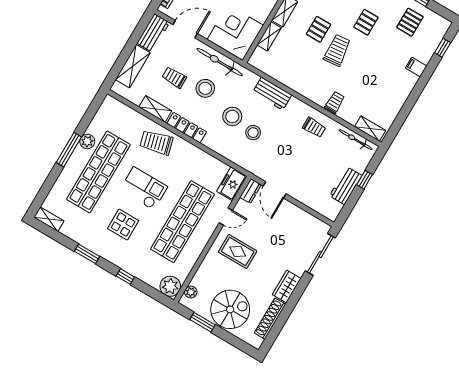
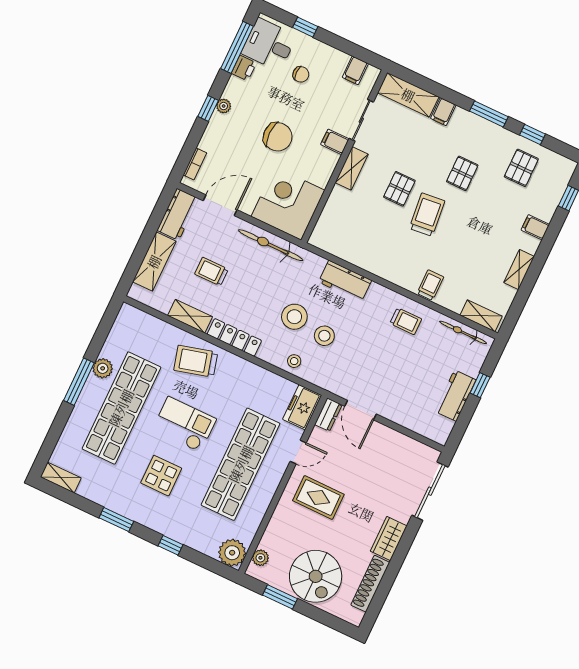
shelving: (269, 36) -> (519, 270), moved
stool: (205, 88) -> (294, 361), moved, width x0.53, depth x0.53
spiral stairs: (230, 309) -> (316, 576), turned 90

